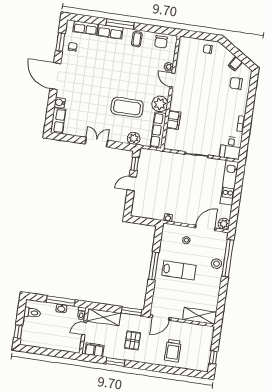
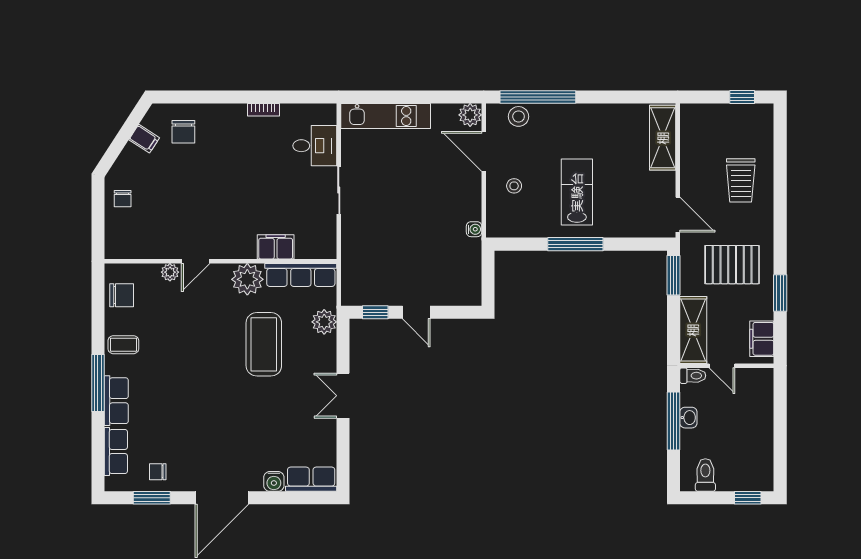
desk: (231, 148) -> (315, 146), moved
stool: (216, 264) -> (519, 116), moved
pallet: (133, 341) -> (732, 265), width x1.50, depth x1.42
trolley: (173, 351) -> (741, 180), turned 90

